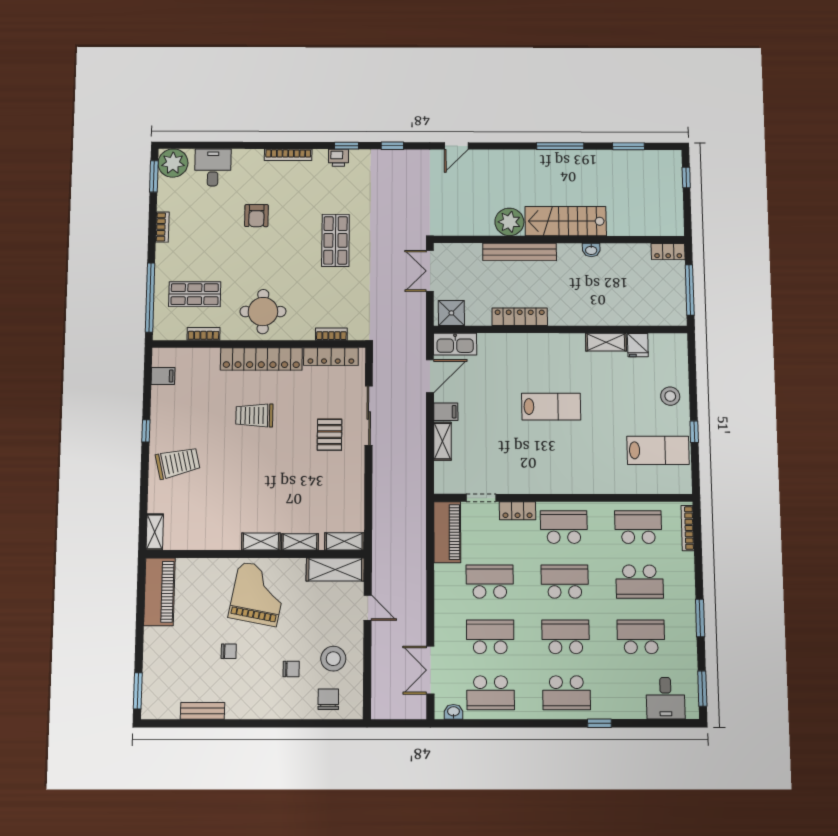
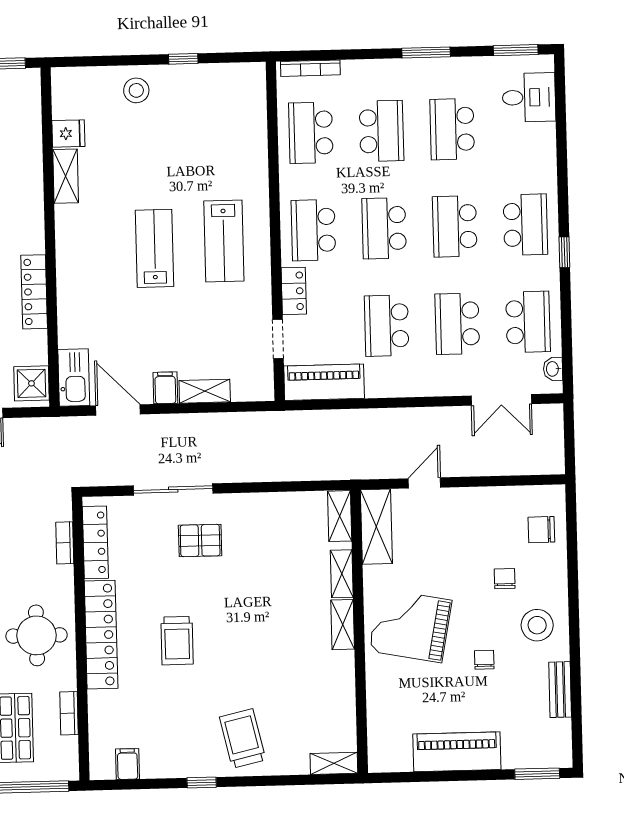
lab bench: (658, 450) -> (224, 241), moved, turned 180
piano: (159, 592) -> (457, 752), moved
stool: (333, 659) -> (537, 625), moved
window: (599, 723) -> (564, 252), moved

